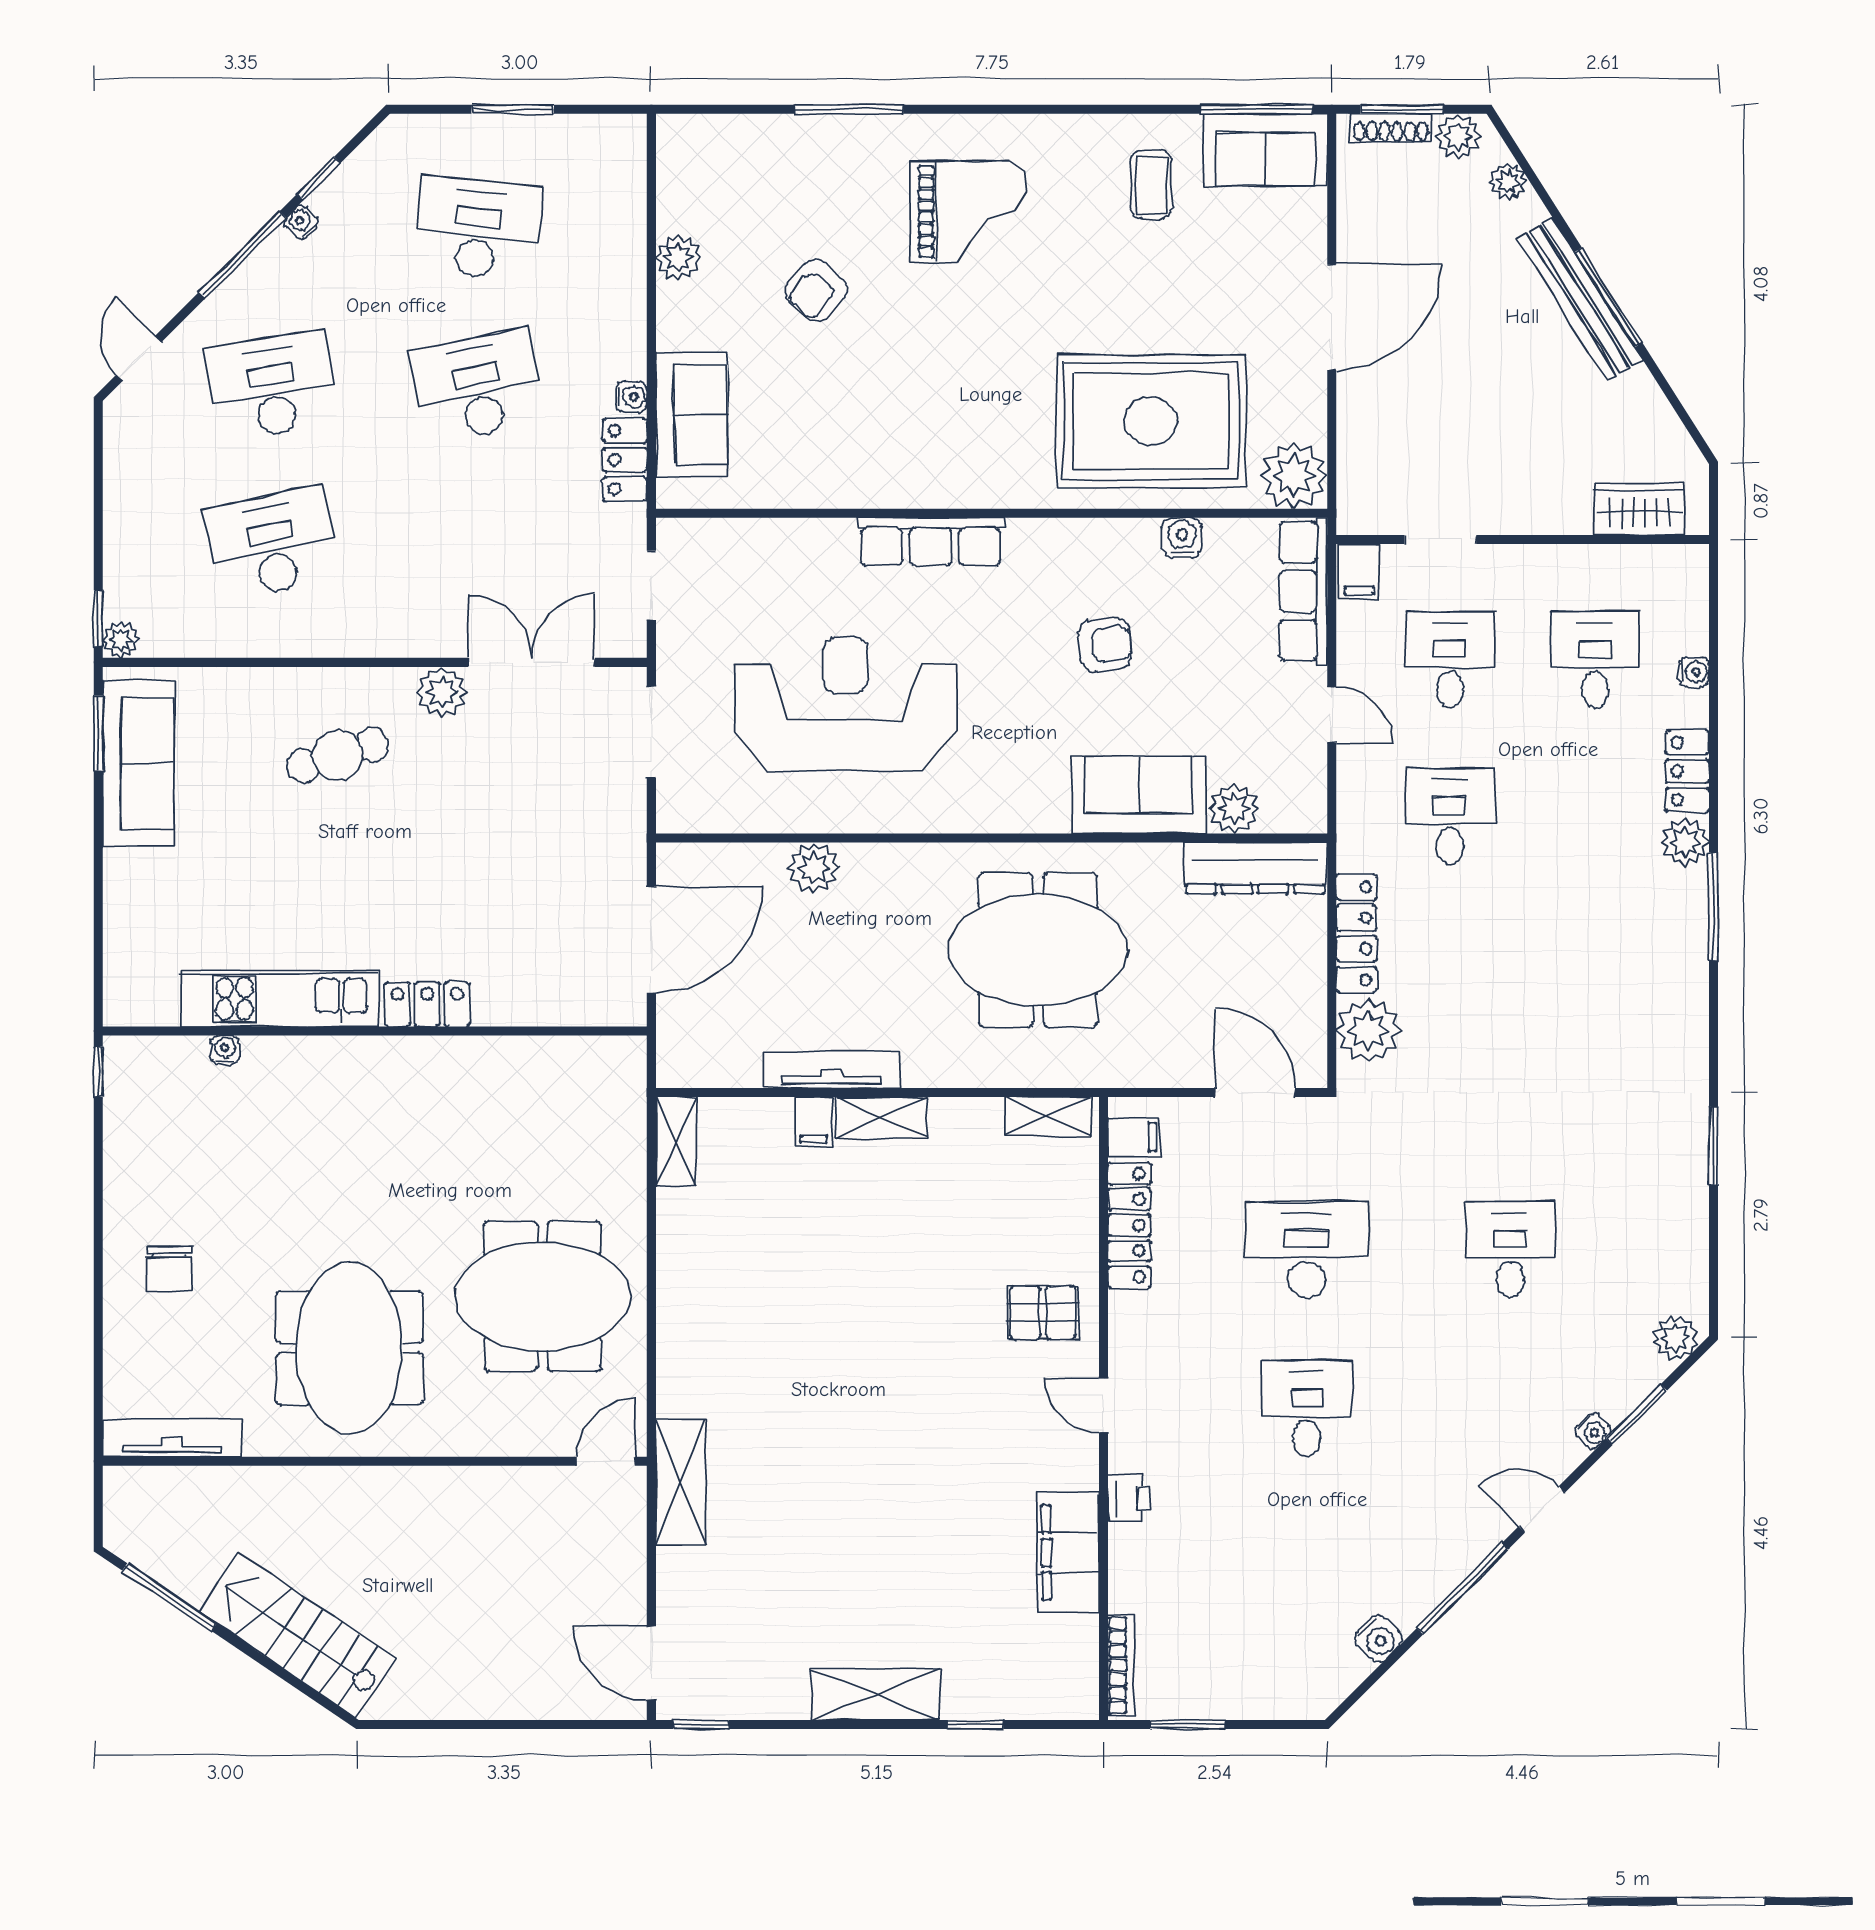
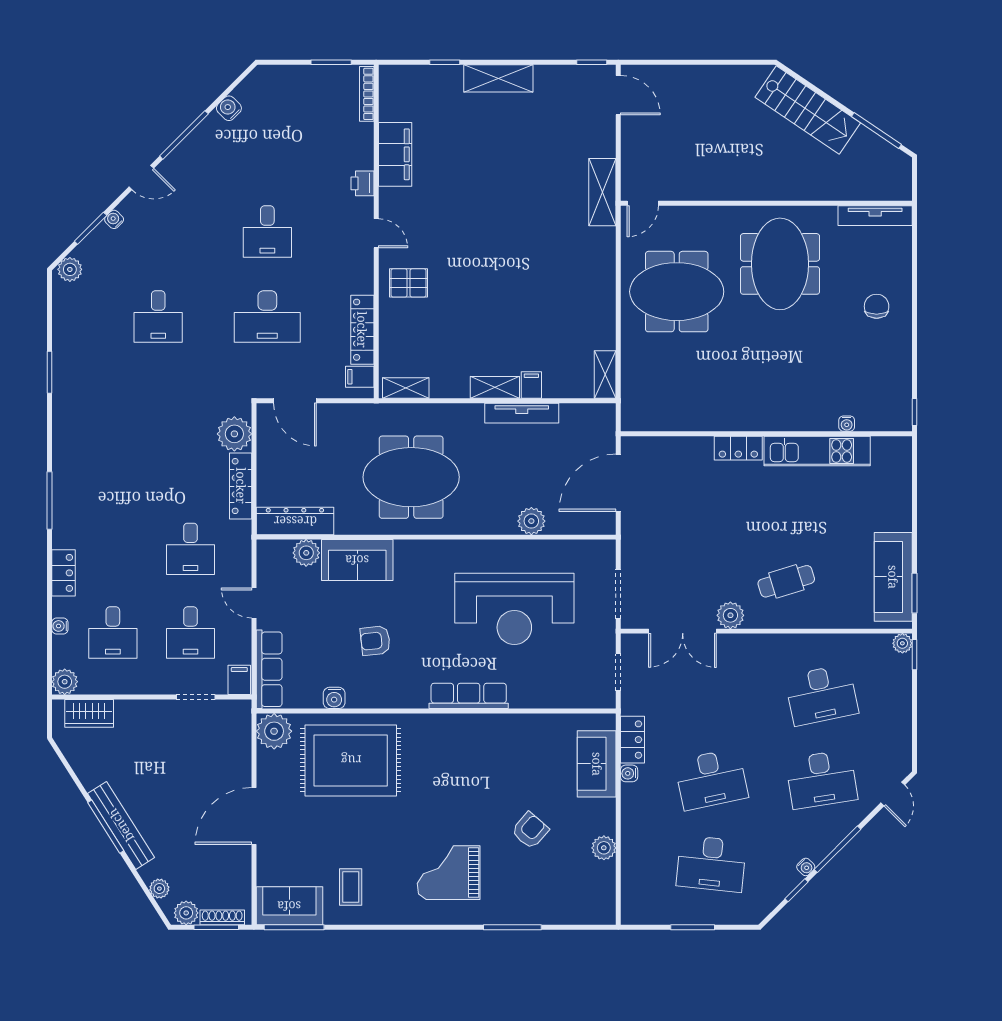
plant: (1685, 842) -> (65, 682), moved

